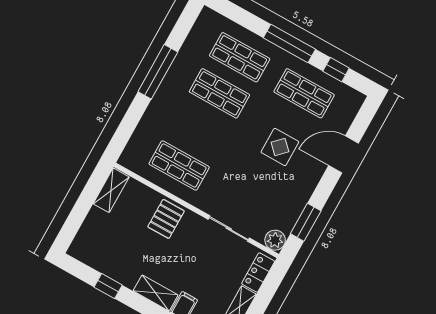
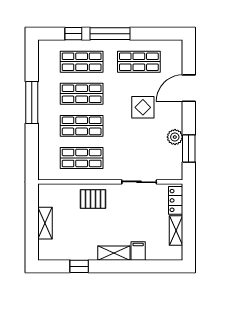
window: (336, 70) -> (73, 34), moved
shop shelf: (199, 129) -> (82, 126), added
shelving: (111, 190) -> (45, 223), moved
pallet: (166, 219) -> (93, 199), turned 90
plant: (275, 240) -> (175, 137), moved

